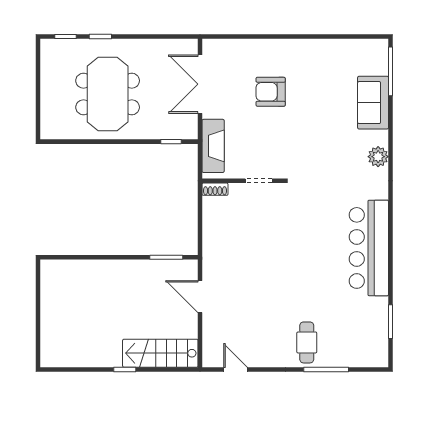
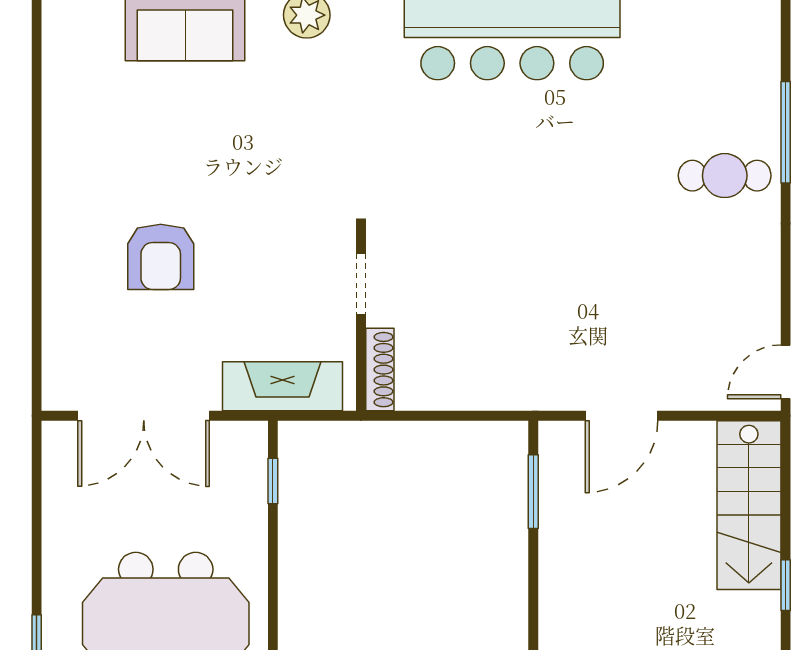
shoe rack: (215, 189) -> (380, 370), width x1.43
door: (236, 370) -> (786, 372), moved

